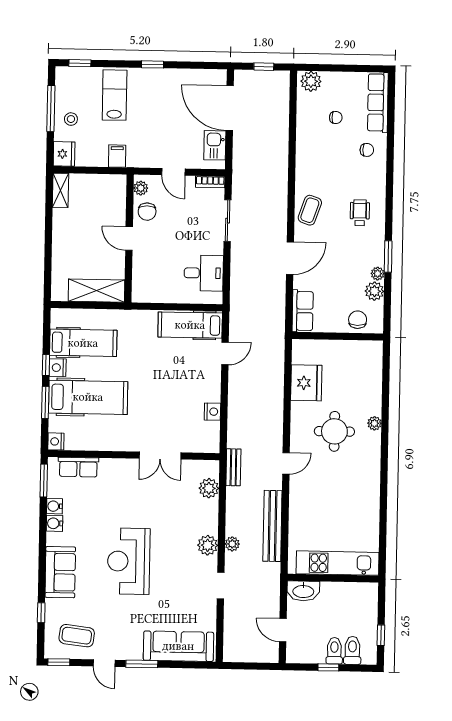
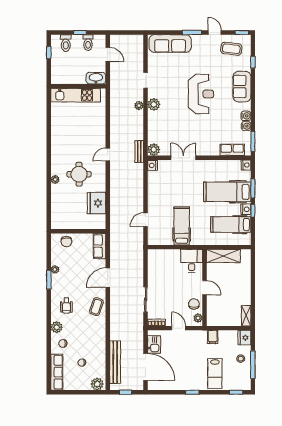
desk: (204, 273) -> (192, 261), moved, turned 90
plant: (374, 291) -> (57, 327), moved
hospital bed: (190, 325) -> (182, 226), moved, turned -90
nightstand: (212, 412) -> (152, 165), moved
plant: (209, 488) -> (154, 150), moved
bench: (272, 526) -> (115, 362), moved
toilet: (334, 651) -> (88, 43), moved

